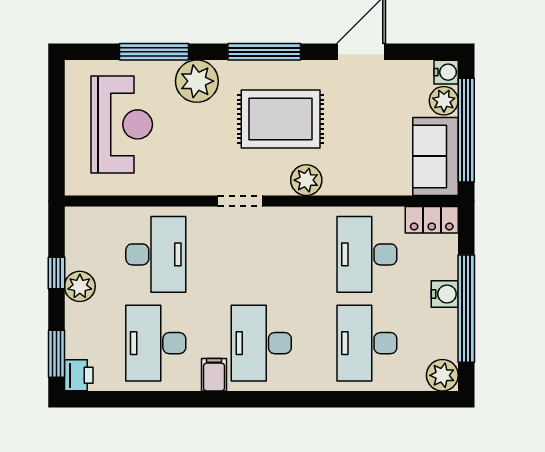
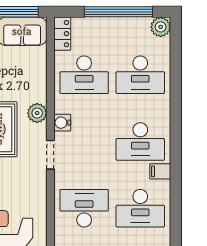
water cooler: (445, 294) -> (62, 123), moved, turned -90

